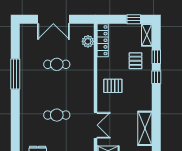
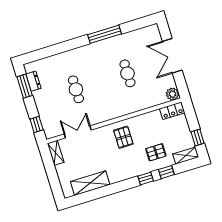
locker: (103, 40) -> (172, 111), width x0.66
plant: (88, 41) -> (172, 94), moved
double door: (96, 125) -> (78, 132), swing flipped

